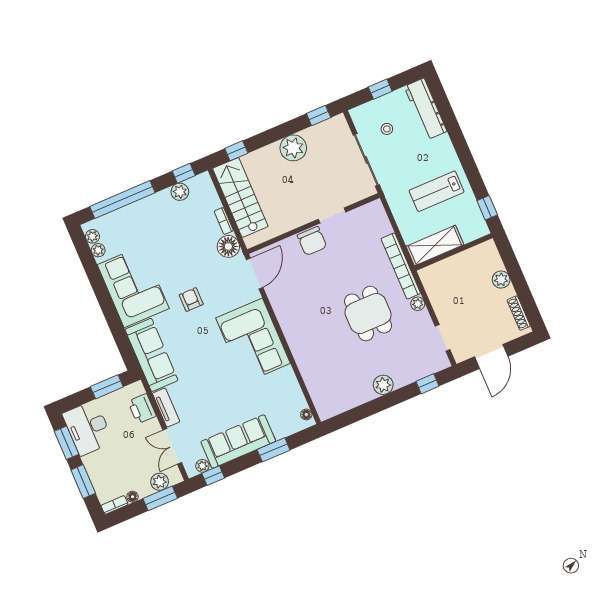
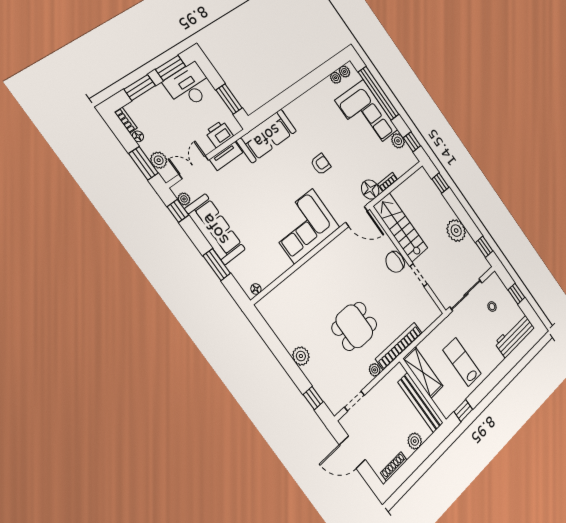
stairs: (240, 197) -> (400, 227), moved, turned -90
bench: (465, 259) -> (421, 403), added
corner sofa: (133, 287) -> (366, 115), moved, turned 90

